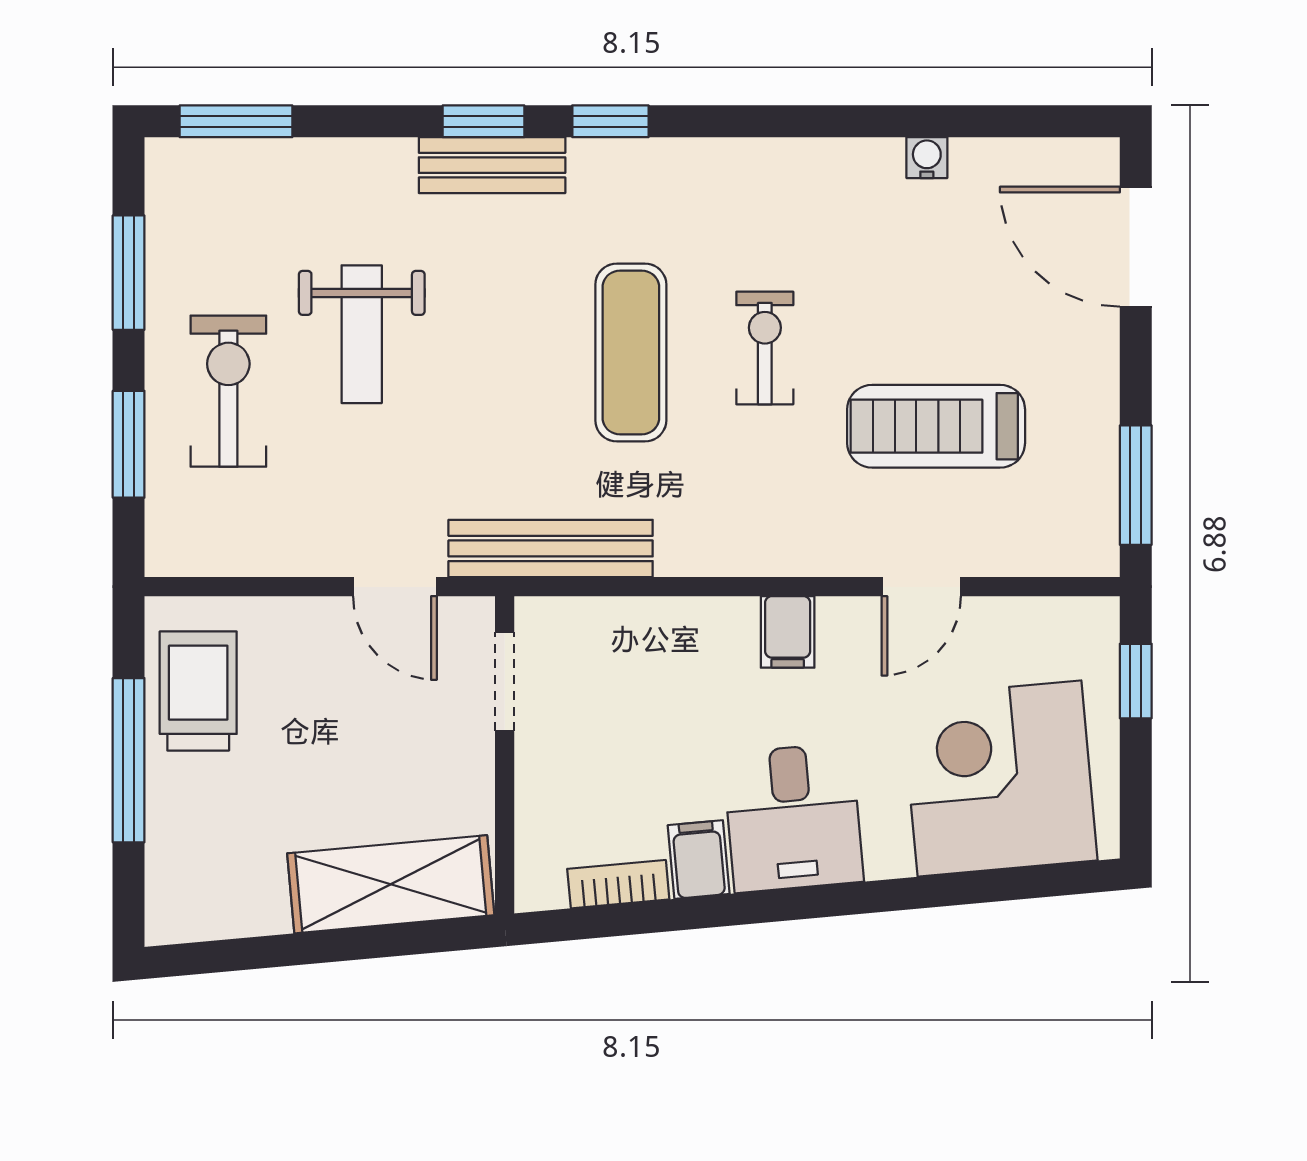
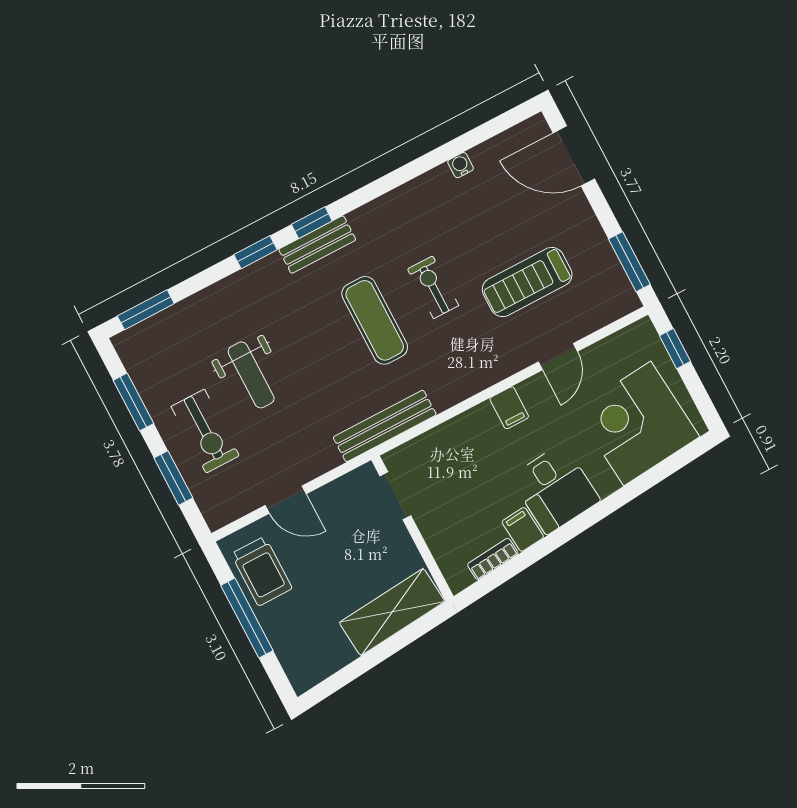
bench: (492, 165) -> (317, 245), moved
exercise bike: (228, 391) -> (205, 431), turned 180
door: (395, 587) -> (286, 500), moved
trolley: (198, 691) -> (262, 571), turned 180

